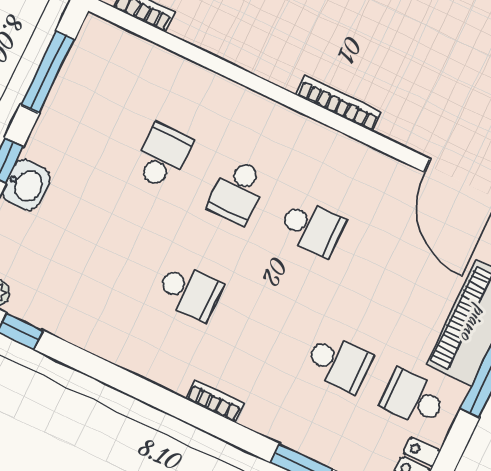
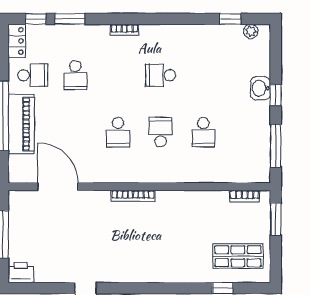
school desk: (312, 227) -> (118, 132), turned -90
school desk: (339, 363) -> (75, 75), turned -90

